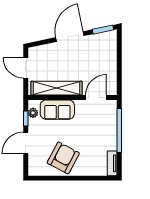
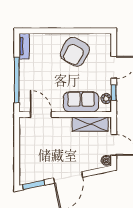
boiler: (33, 53) -> (106, 160), added
shelving: (57, 88) -> (90, 124), width x0.68
door: (96, 97) -> (41, 114), swing flipped

